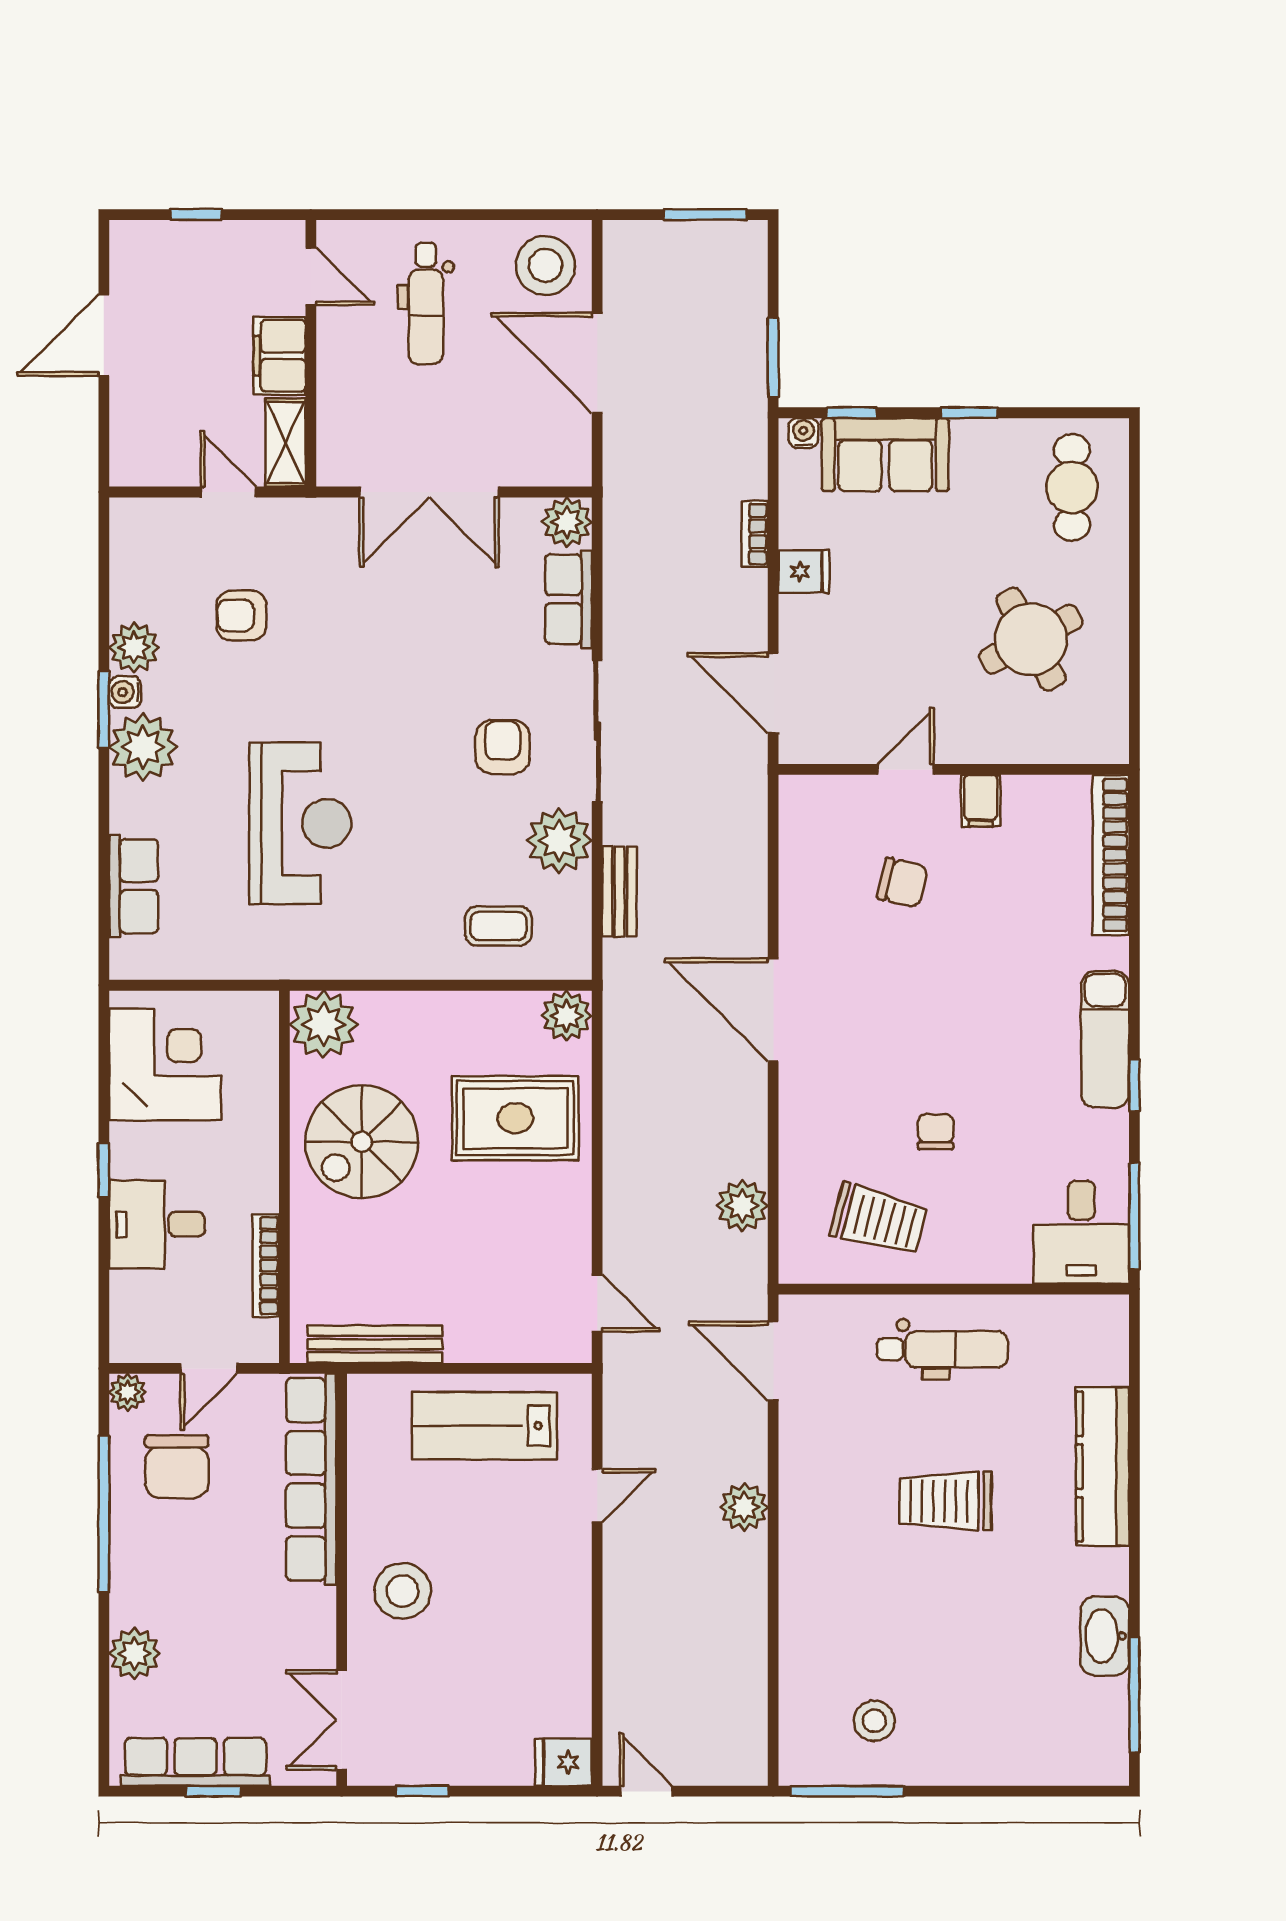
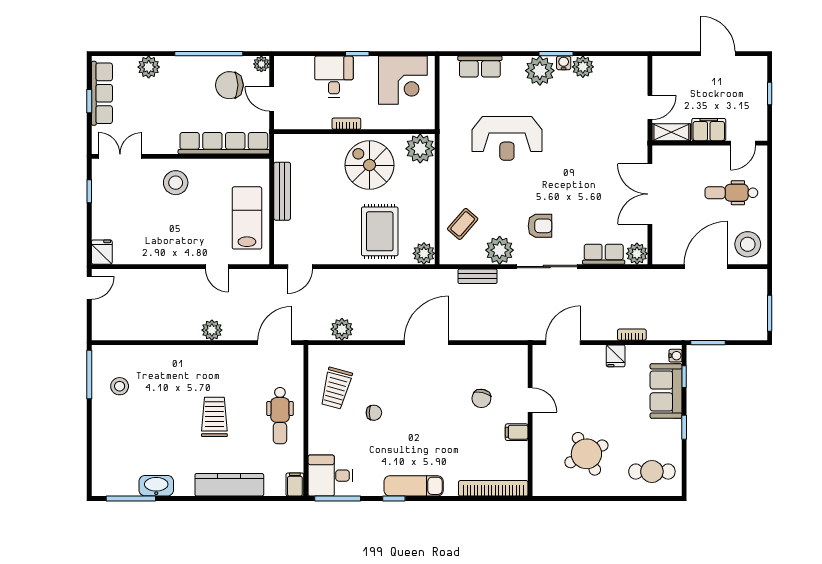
armchair: (242, 615) -> (597, 113), removed
coffee table: (498, 926) -> (463, 224), turned 41
bookcase: (266, 1266) -> (346, 124), moved, width x0.64
filing cabinet: (1102, 1315) -> (295, 485), added
bench: (375, 1344) -> (282, 191), moved

